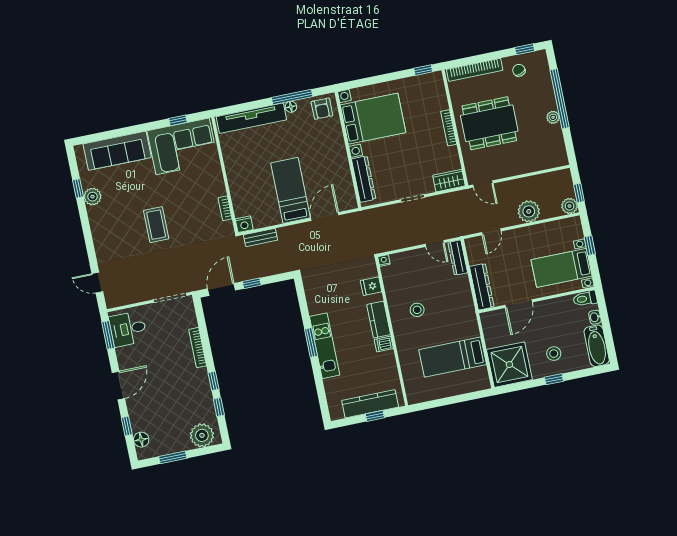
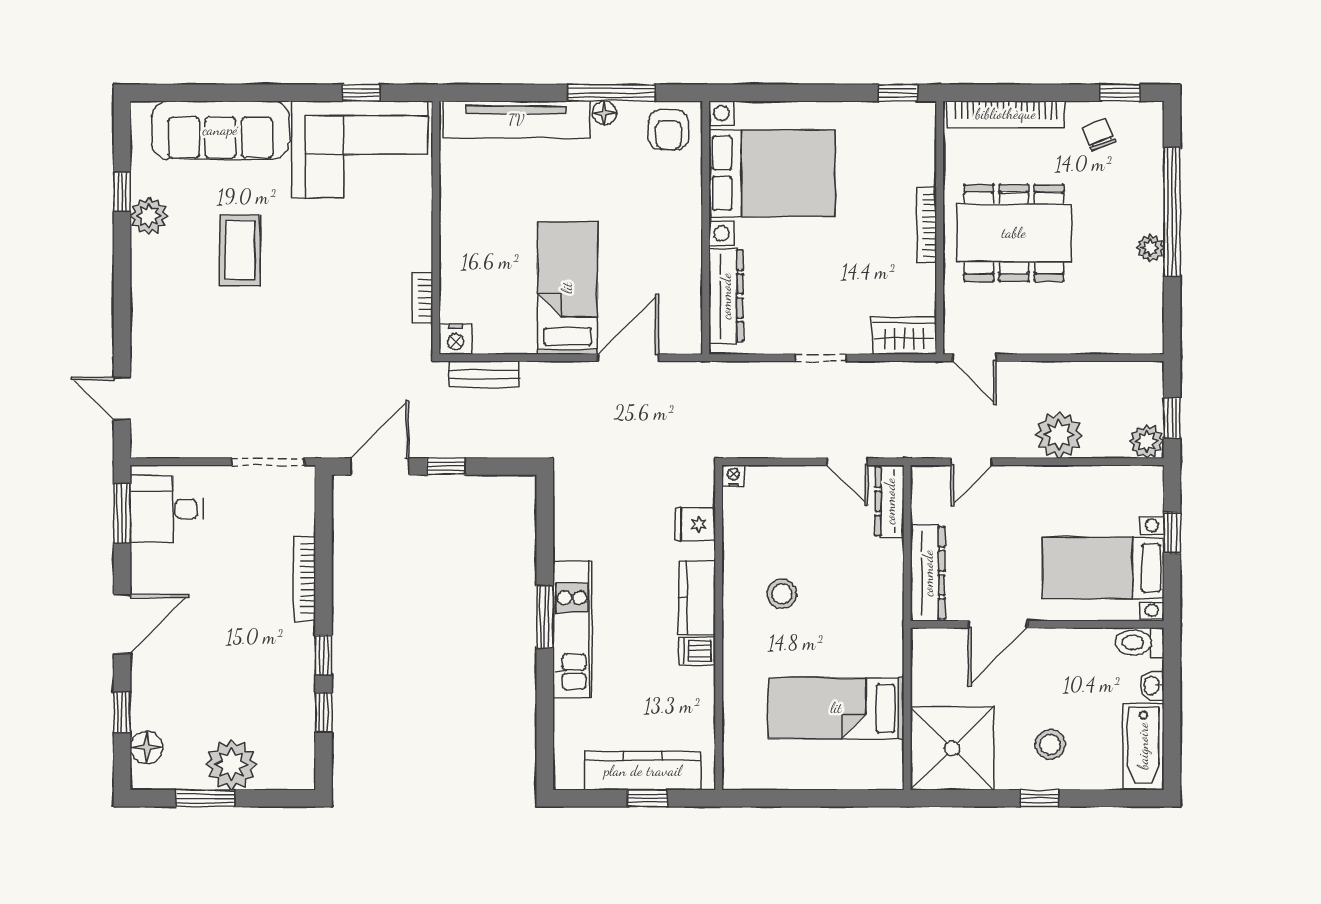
coffee table: (156, 225) -> (240, 250), moved
plant: (202, 435) -> (231, 765), moved

